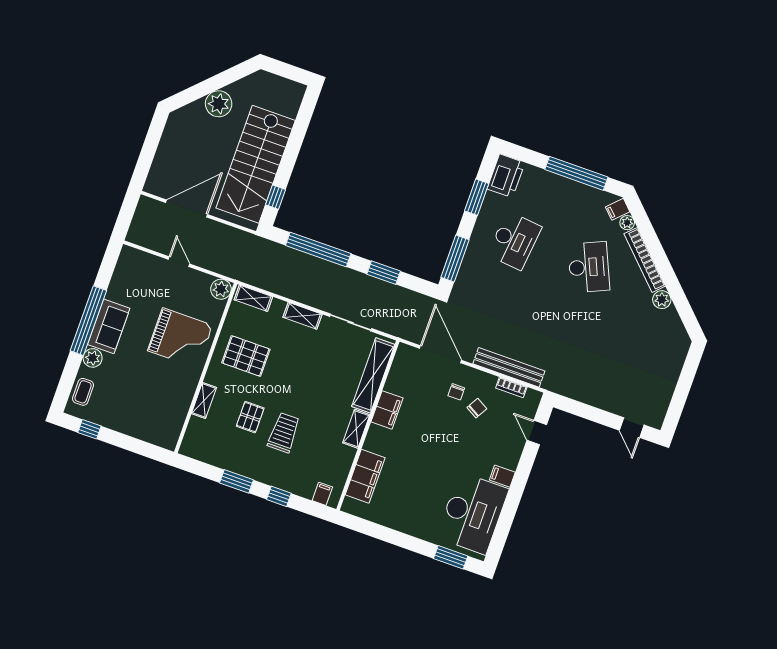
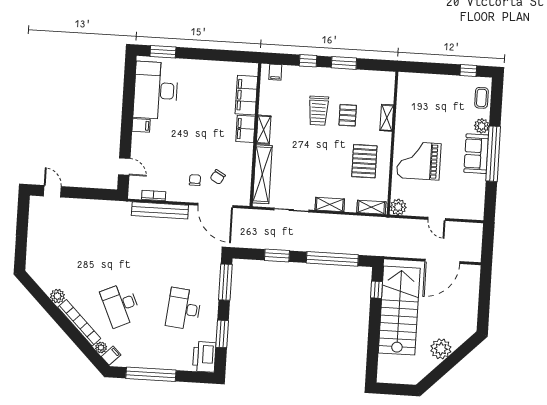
pallet: (246, 356) -> (364, 161), turned 90
chair: (477, 408) -> (218, 177), moved
filing cabinet: (387, 410) -> (245, 129), moved

